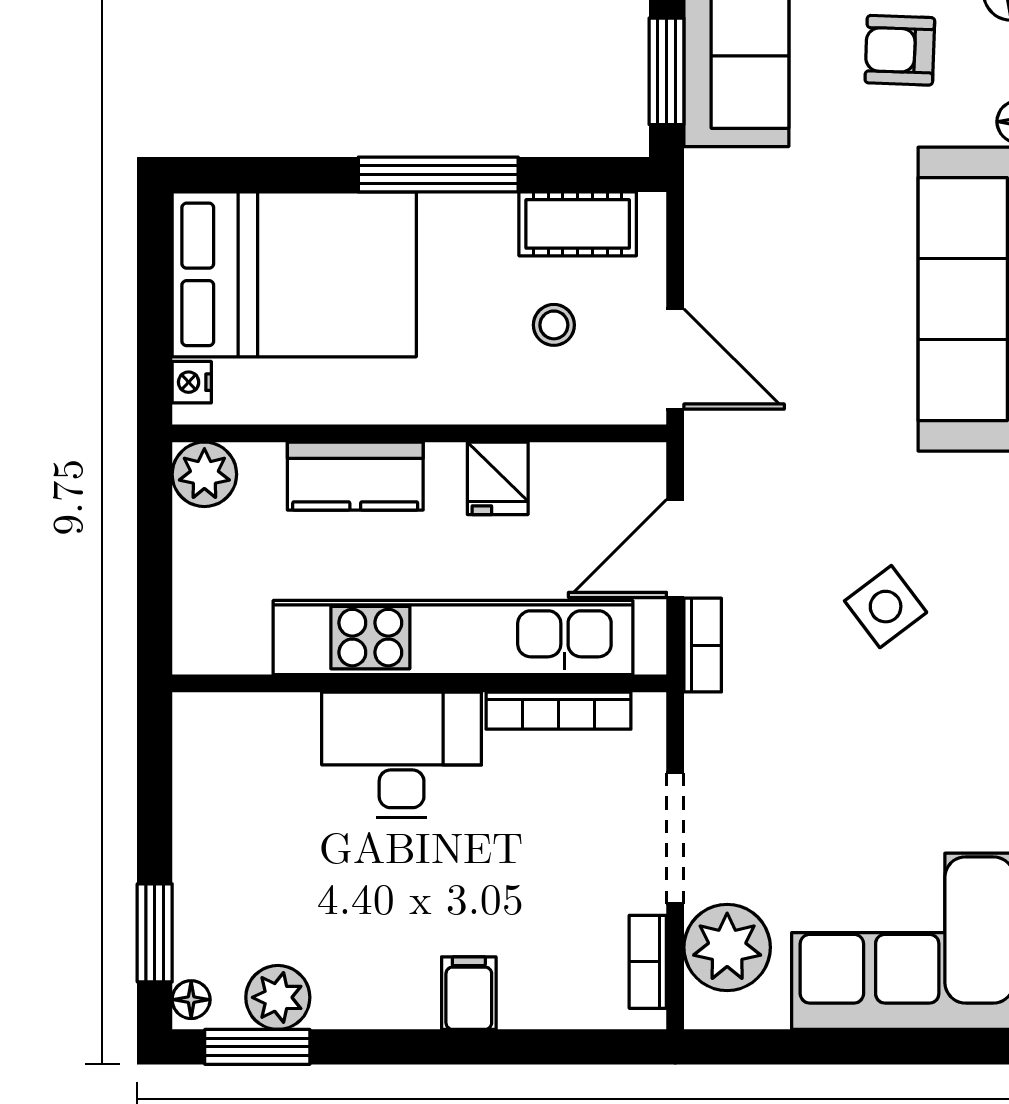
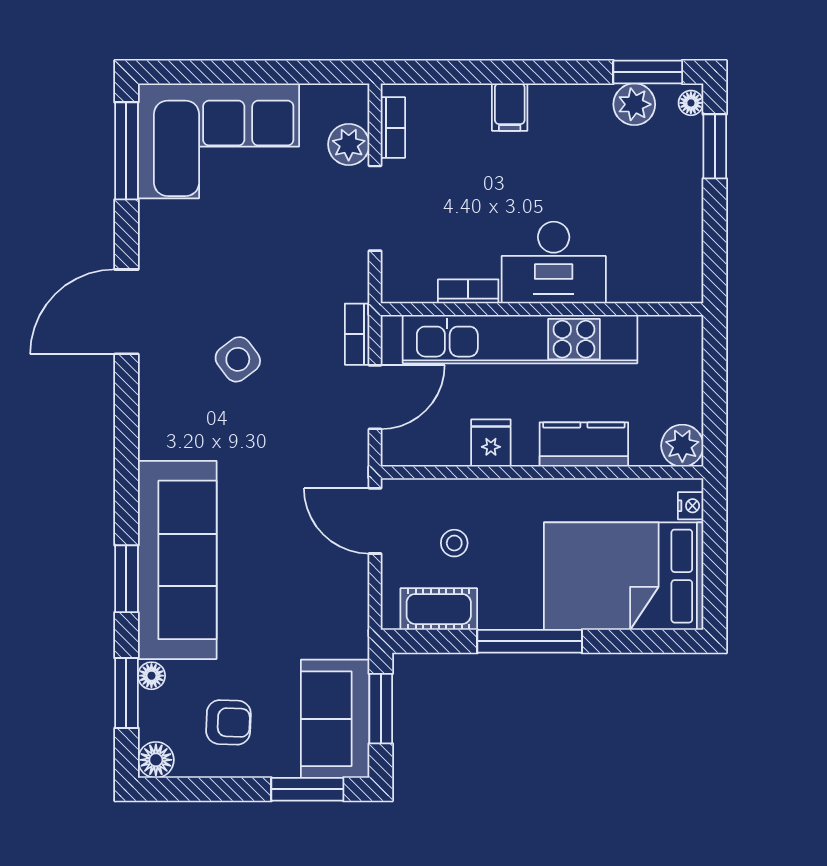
bookcase: (558, 711) -> (468, 291), width x0.64
plant: (727, 947) -> (349, 144), width x0.73, depth x0.73

